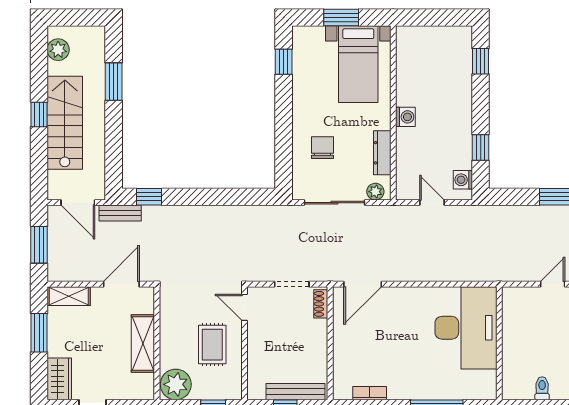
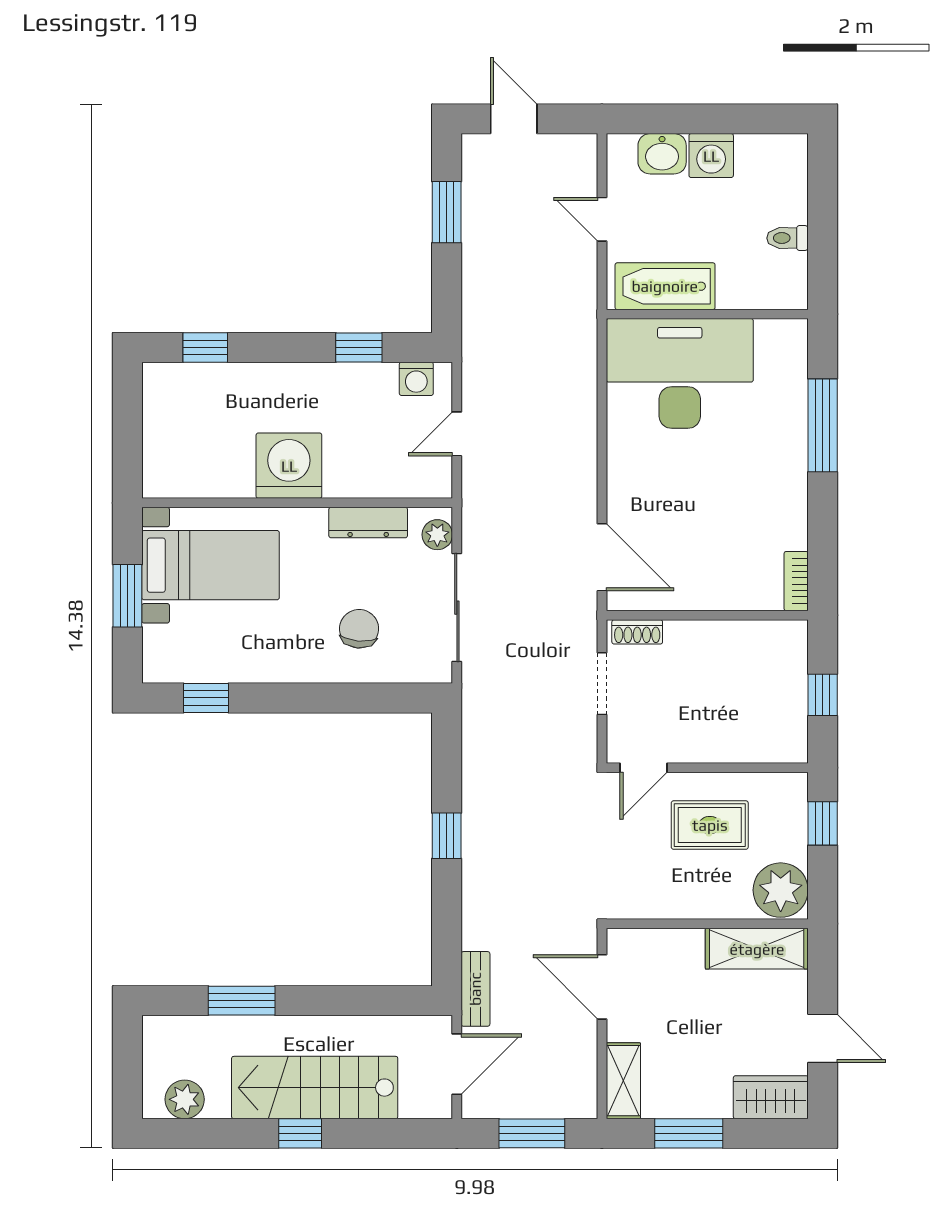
washing machine: (405, 117) -> (289, 466), width x1.89, depth x1.89
chair: (323, 148) -> (359, 629), turned 95
window: (149, 197) -> (447, 836), moved
bathtub: (515, 320) -> (665, 286), added
shelving: (143, 343) -> (757, 949), moved
bench: (295, 392) -> (793, 677), removed
bookcase: (370, 393) -> (796, 581), moved

